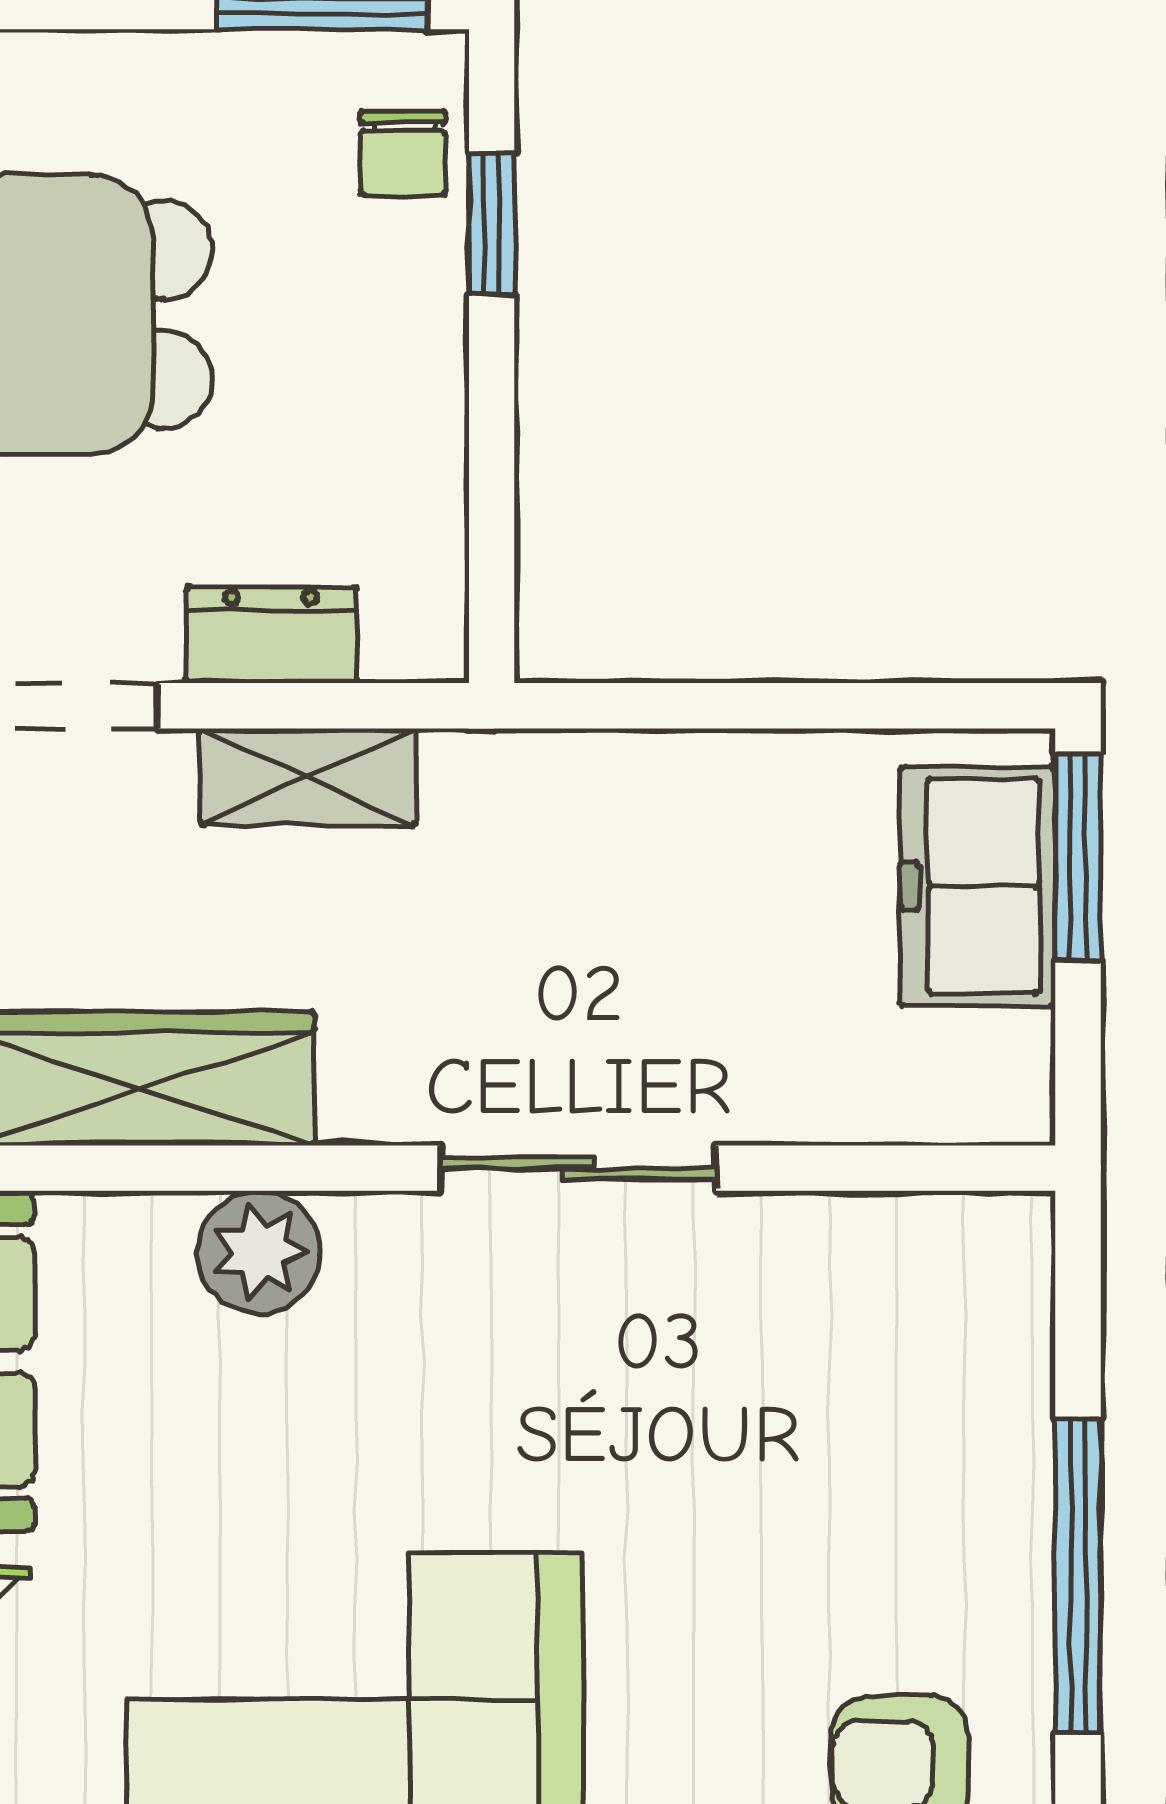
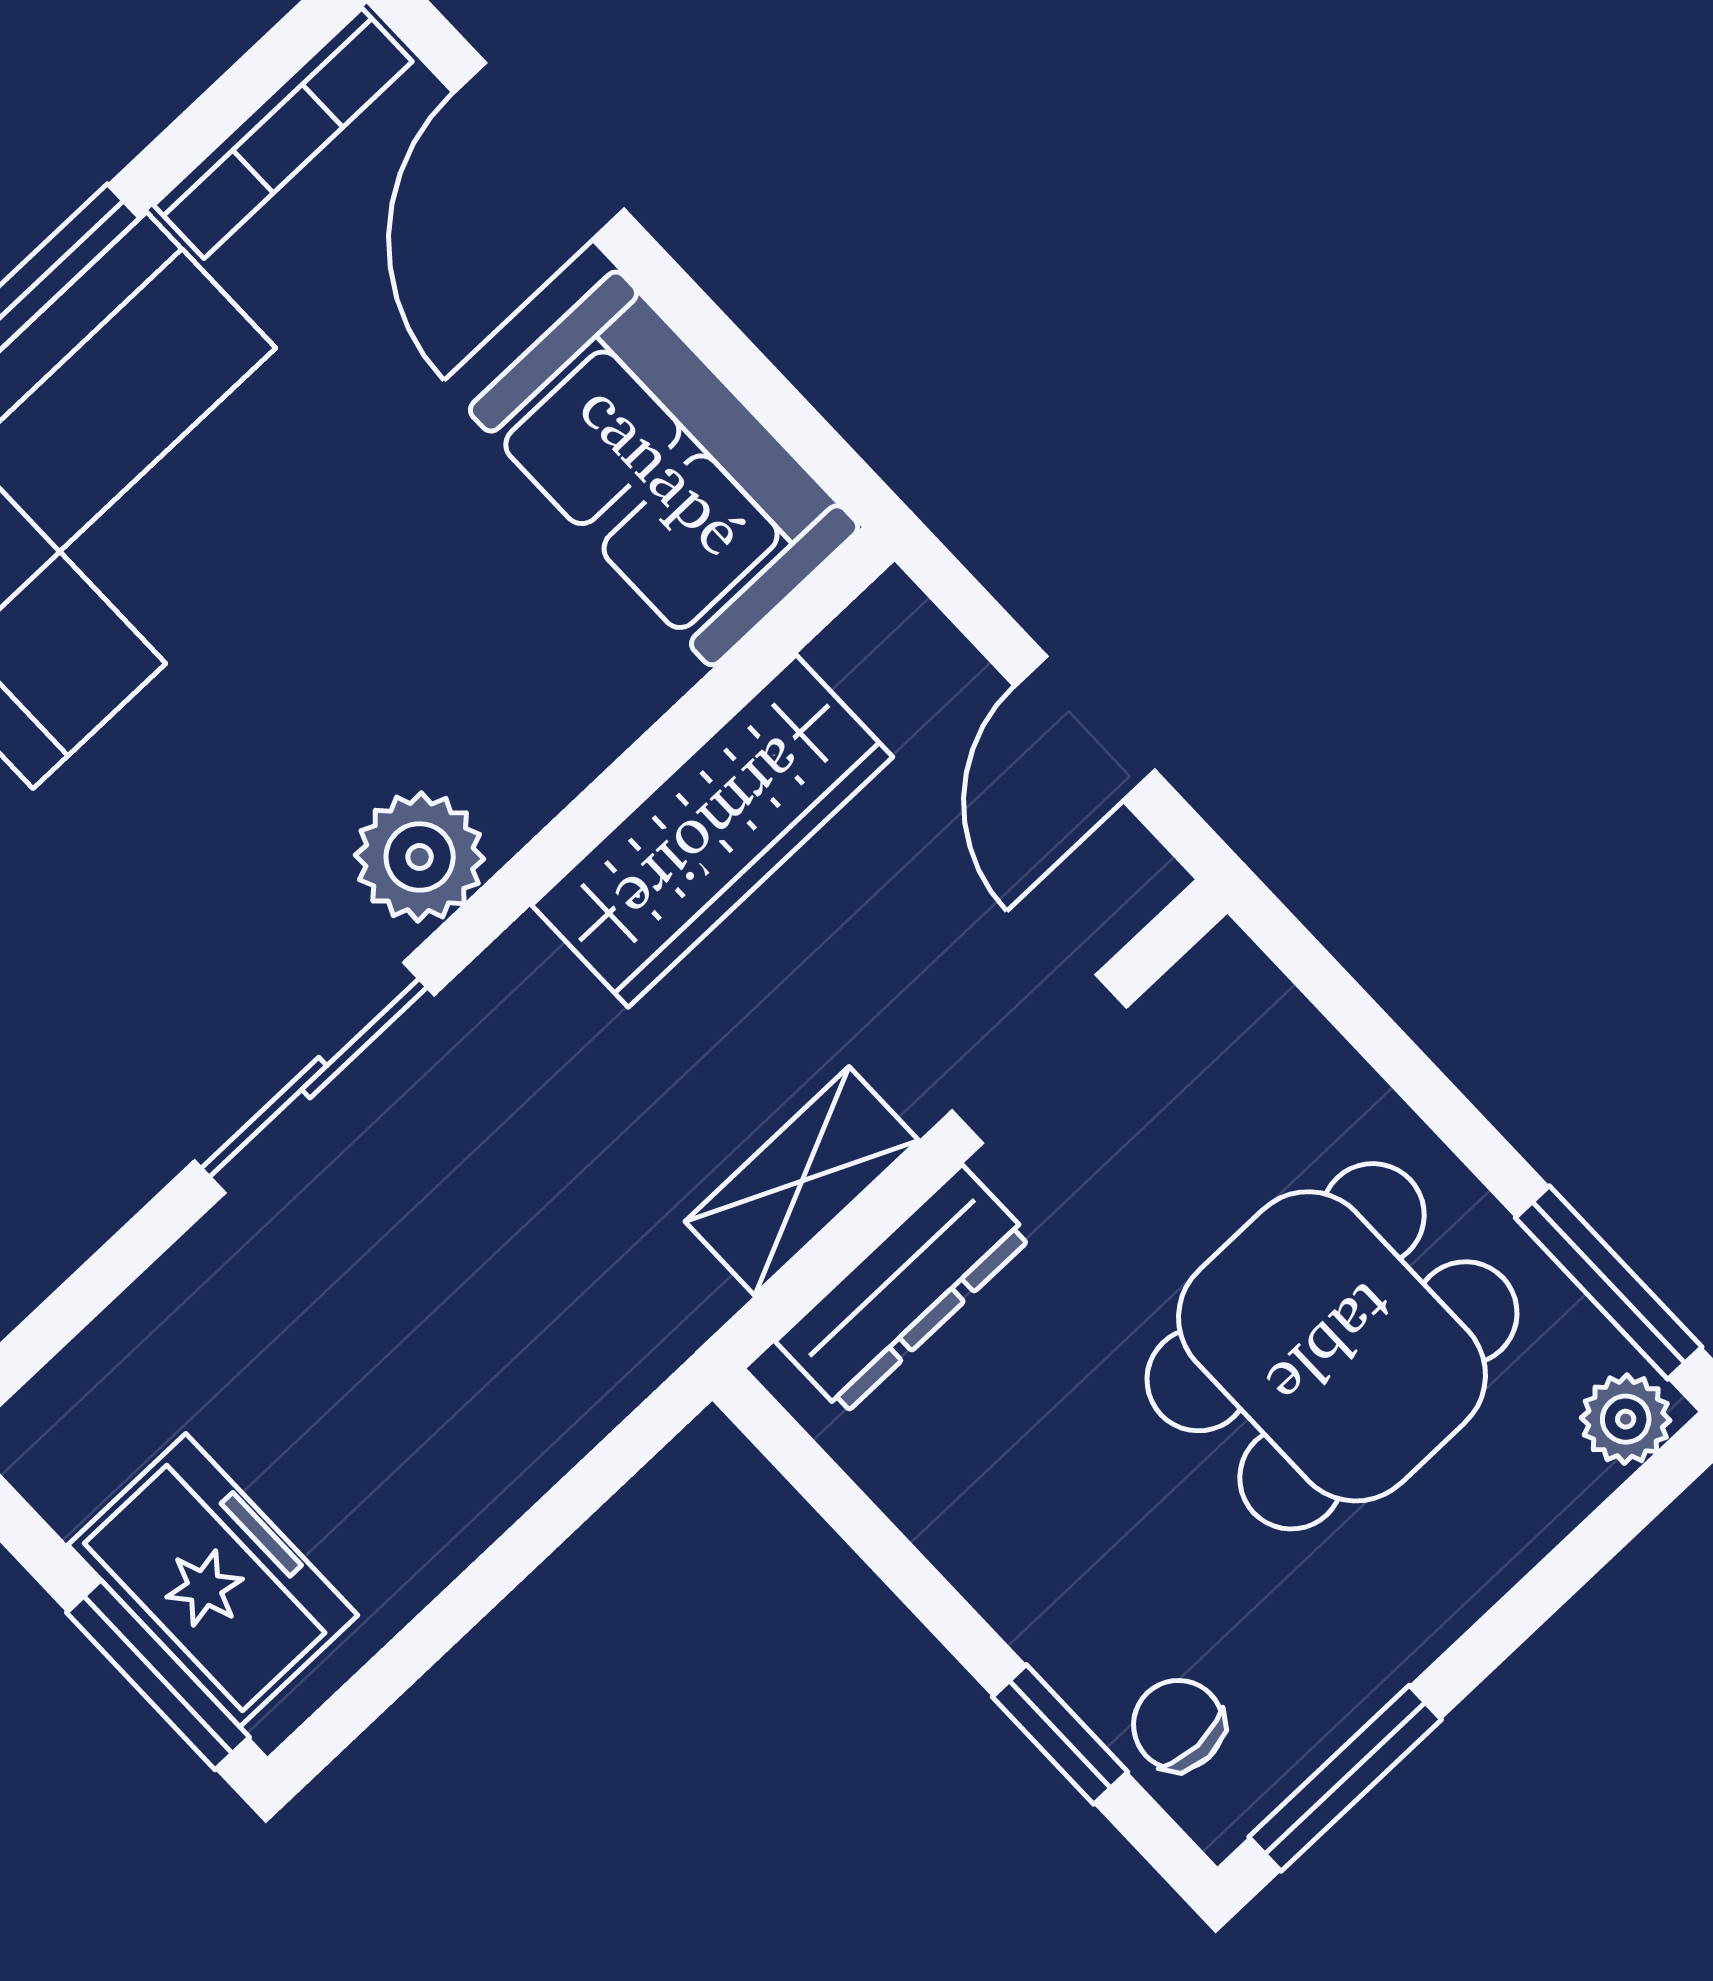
dresser: (271, 635) -> (903, 1290), width x1.44
plant: (259, 1252) -> (420, 857), moved

